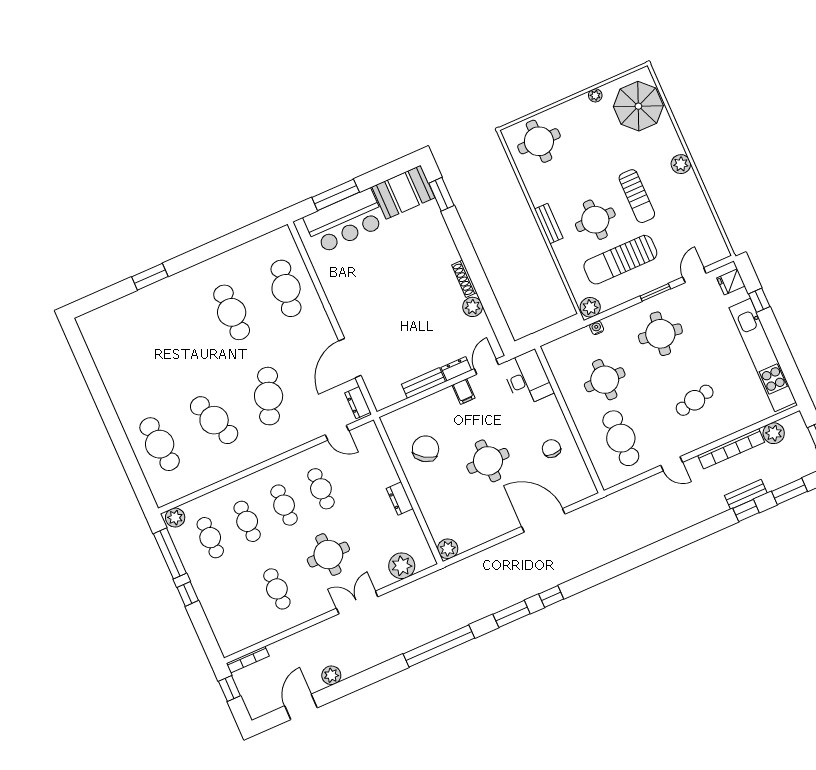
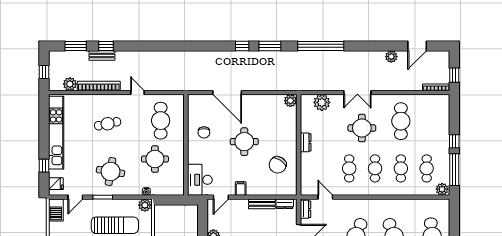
barbecue: (714, 244) -> (56, 210), added
dresser: (456, 369) -> (285, 204), moved
cafe table: (277, 589) -> (401, 121), width x1.37, depth x1.35

